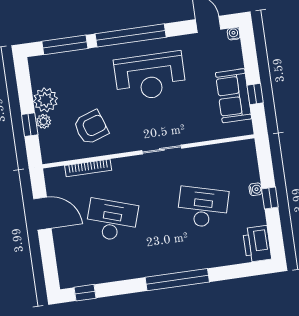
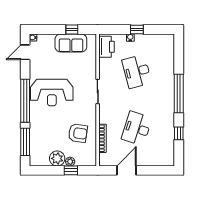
reception desk: (150, 76) -> (52, 92), turned 90
armchair: (91, 127) -> (78, 133), turned 118
desk: (203, 207) -> (137, 71), turned -30
printer: (257, 244) -> (107, 47), moved, turned -90
window: (85, 293) -> (179, 133), moved

